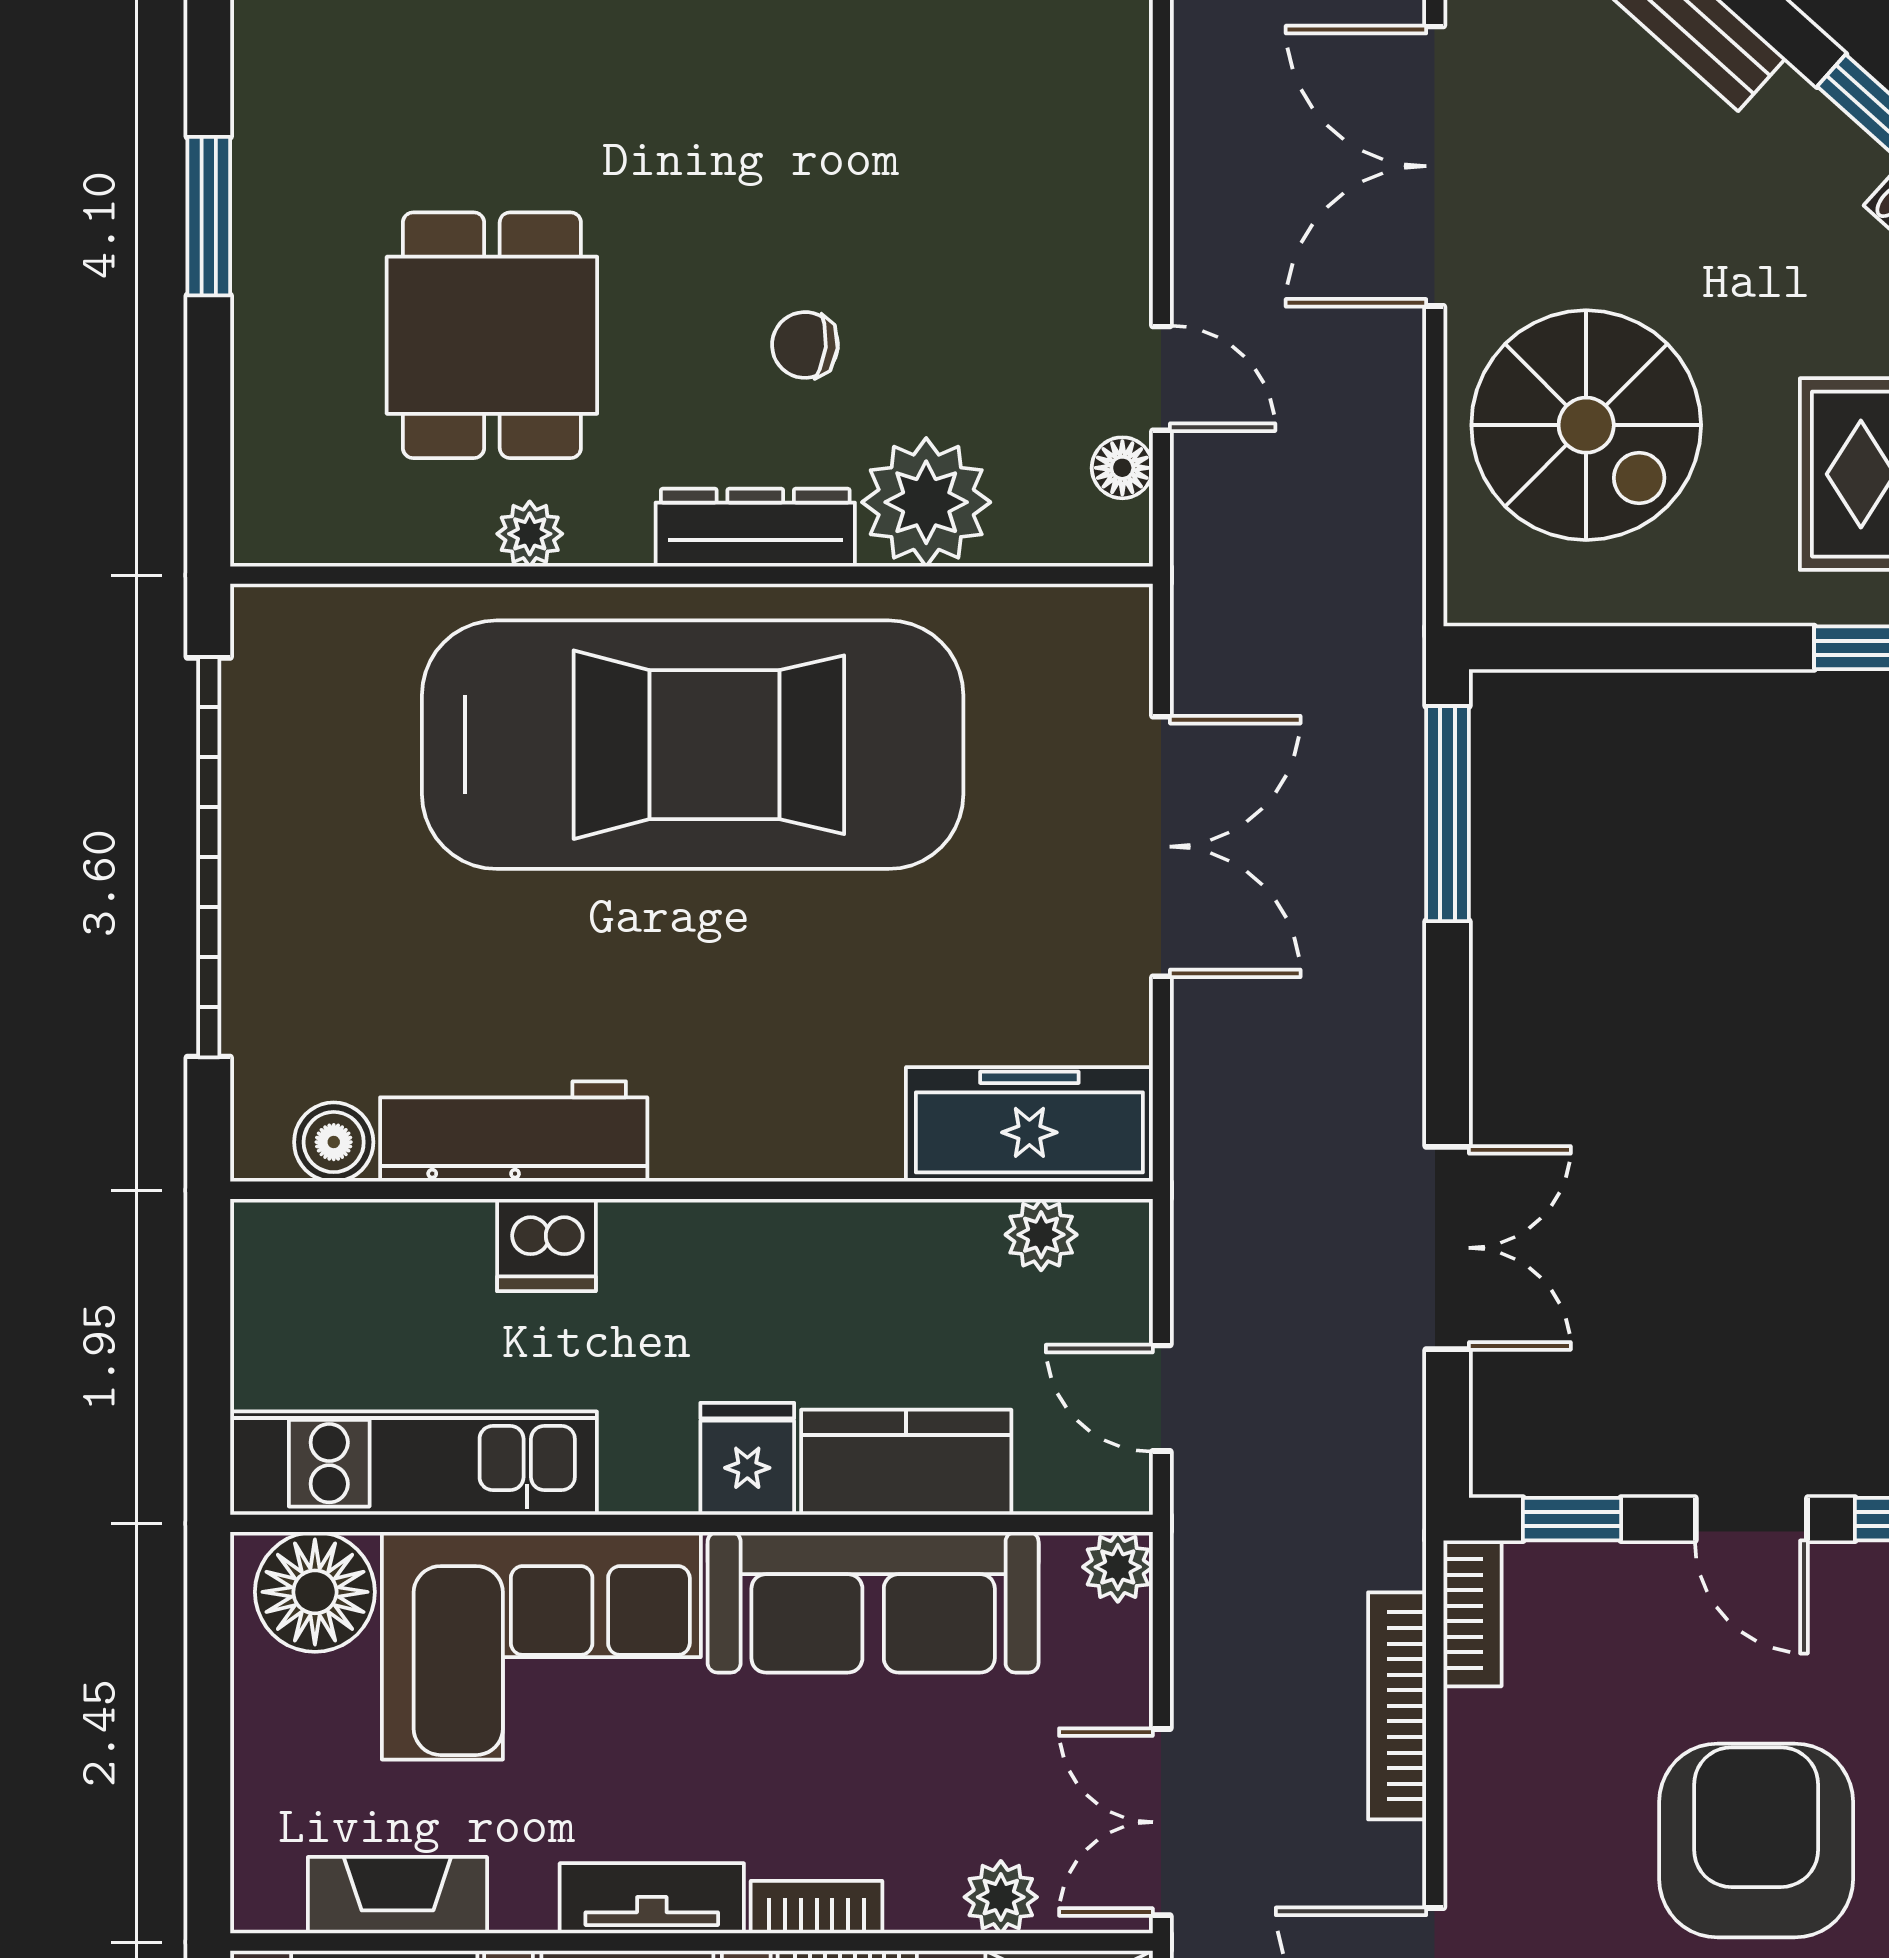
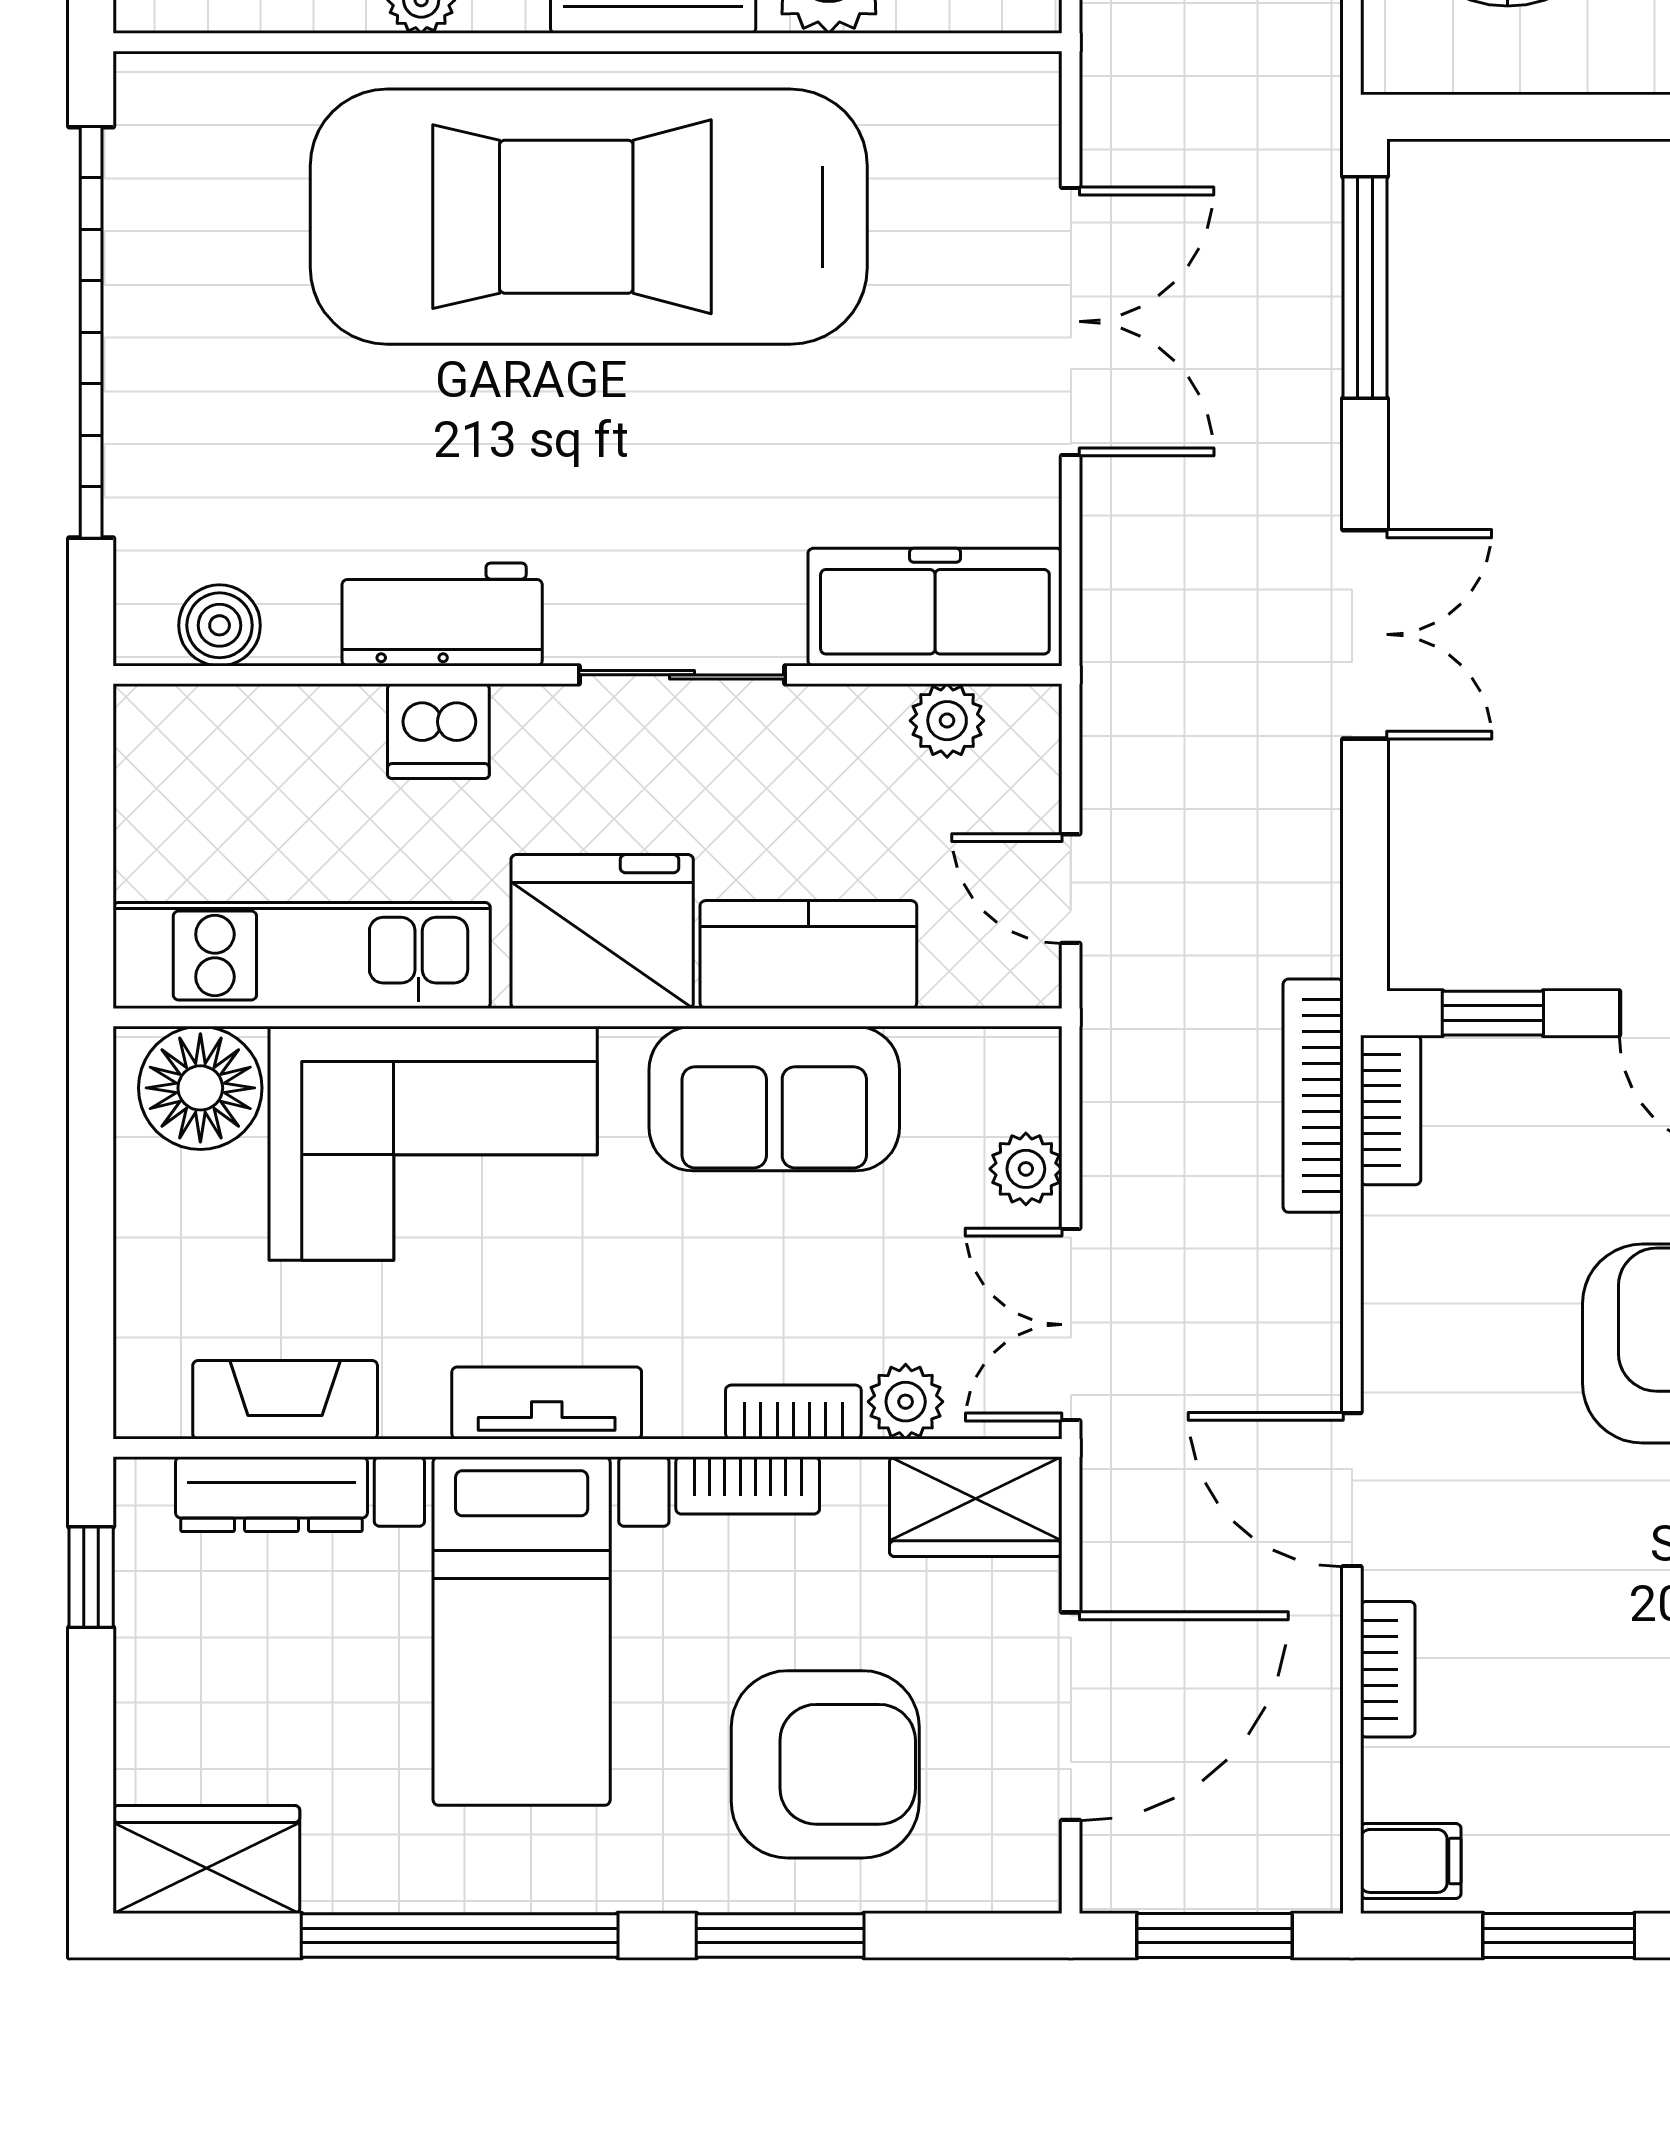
car: (693, 745) -> (589, 217), turned 180
workbench: (514, 1131) -> (442, 614), width x0.73
sliding door: (783, 1190) -> (682, 675), added
double door: (1448, 1248) -> (1365, 634), moved
fridge: (747, 1459) -> (602, 932), width x1.88, depth x1.34
plant: (1118, 1567) -> (1026, 1169), moved
sofa: (873, 1602) -> (774, 1099), width x0.73
bookcase: (1397, 1706) -> (1313, 1096), moved
bookcase: (817, 1907) -> (793, 1412), moved

